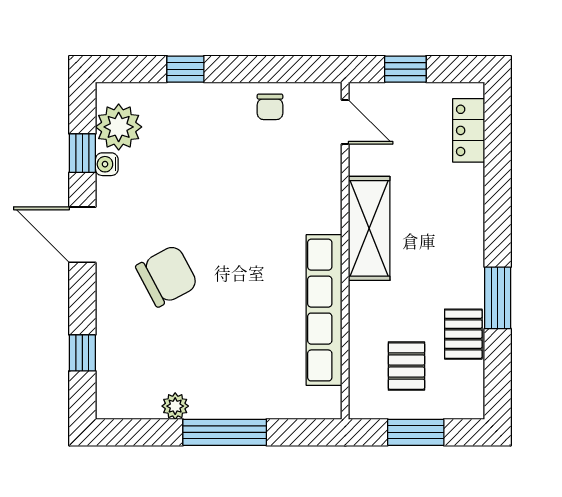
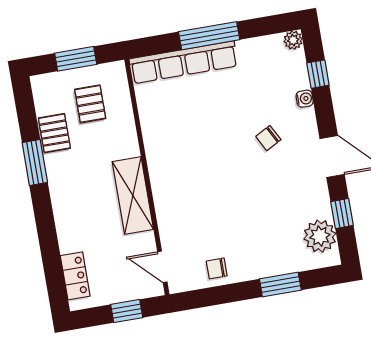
window: (185, 69) -> (280, 285), width x1.50
chair: (270, 107) -> (217, 268), turned -90
water cooler: (107, 164) -> (305, 99), moved
chair: (167, 276) -> (268, 138), width x0.54, depth x0.54
row of seats: (324, 310) -> (184, 62), moved, turned 90
plant: (175, 406) -> (293, 40), moved

